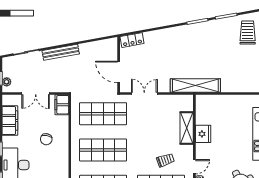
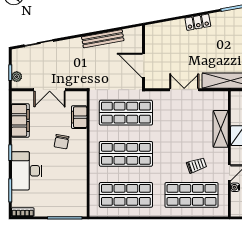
locker: (132, 40) -> (198, 22), moved
bench: (61, 52) -> (103, 39), moved
double door: (144, 93) -> (184, 90), moved
filing cabinet: (62, 105) -> (79, 117), moved

